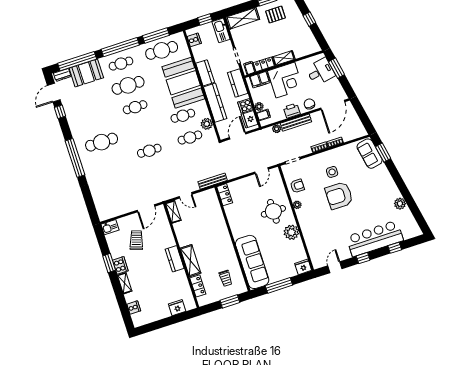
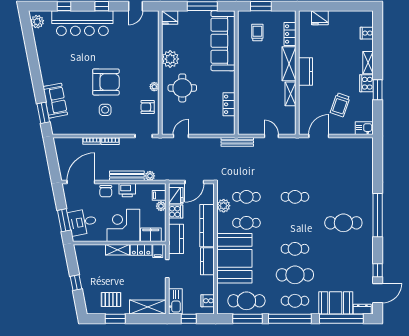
sofa: (370, 154) -> (55, 101), moved
locker: (225, 195) -> (229, 104), moved
plant: (400, 204) -> (37, 22), moved
shelving: (173, 212) -> (290, 94), moved

